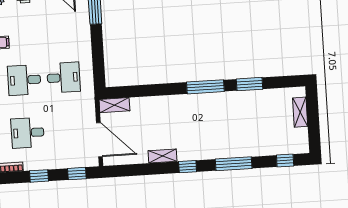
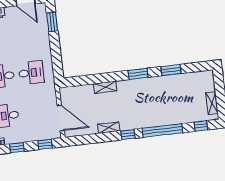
window: (205, 87) -> (138, 74), width x0.69
shelving: (114, 105) -> (105, 87), moved
shelving: (300, 112) -> (212, 103), moved
window: (234, 164) -> (162, 131), width x1.46

